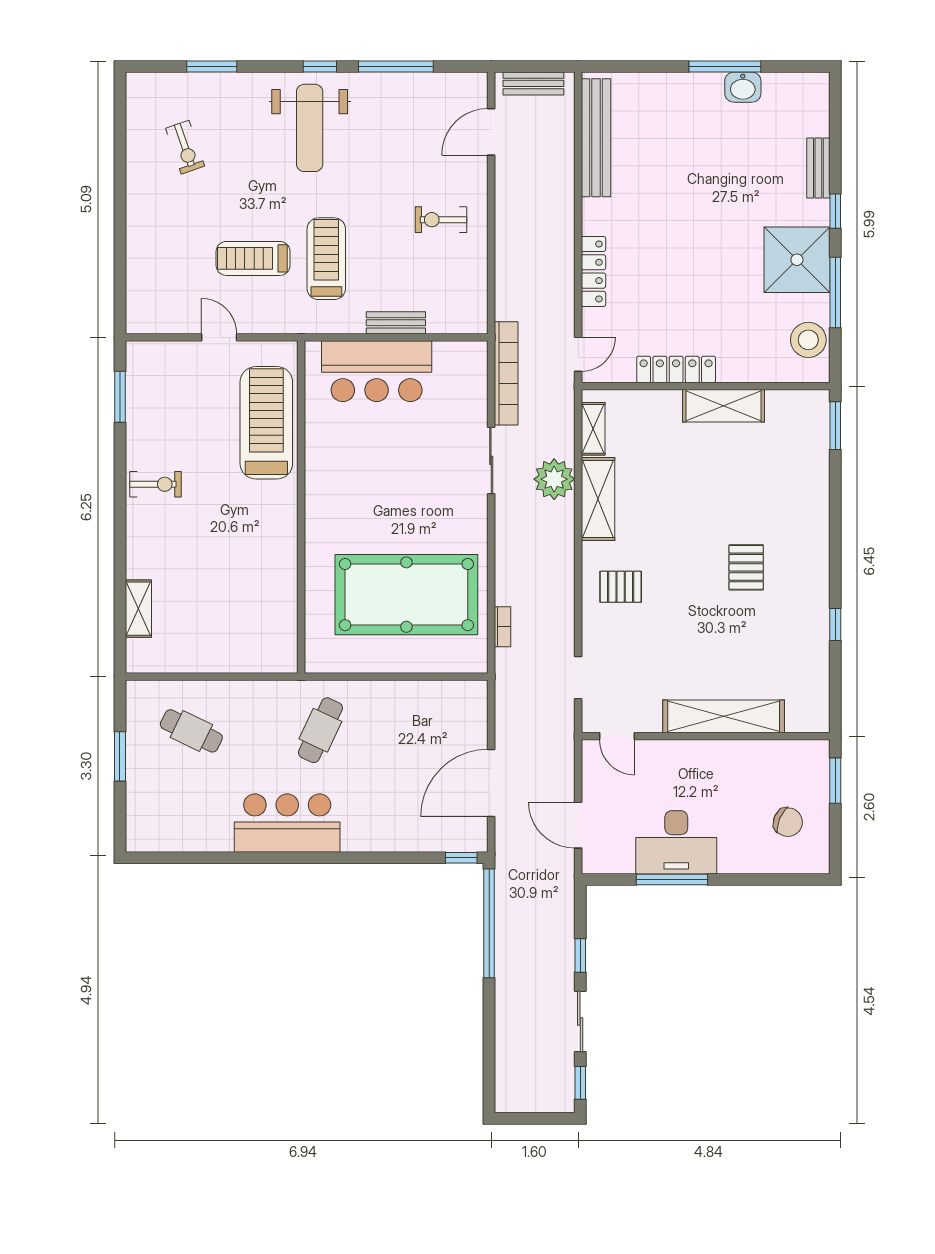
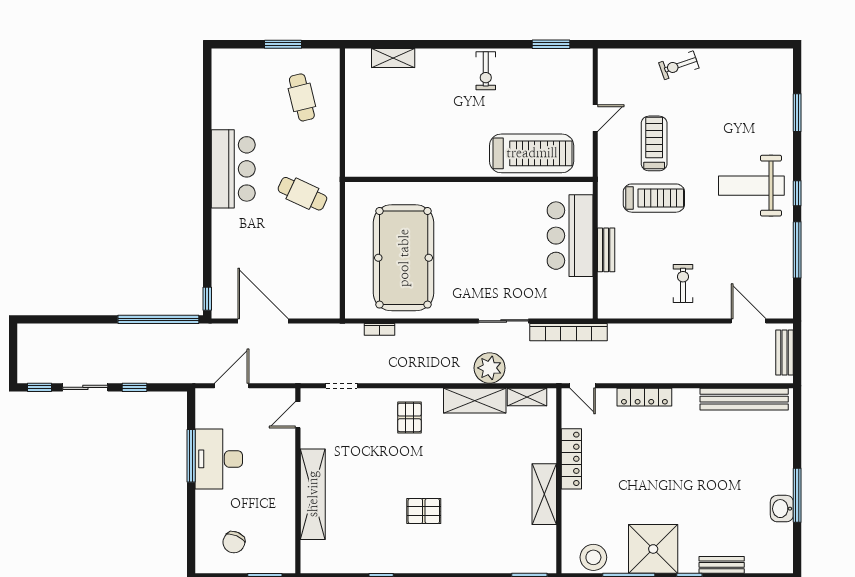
exercise bike: (185, 147) -> (679, 65), moved
cafe table: (191, 731) -> (302, 97), turned -40

